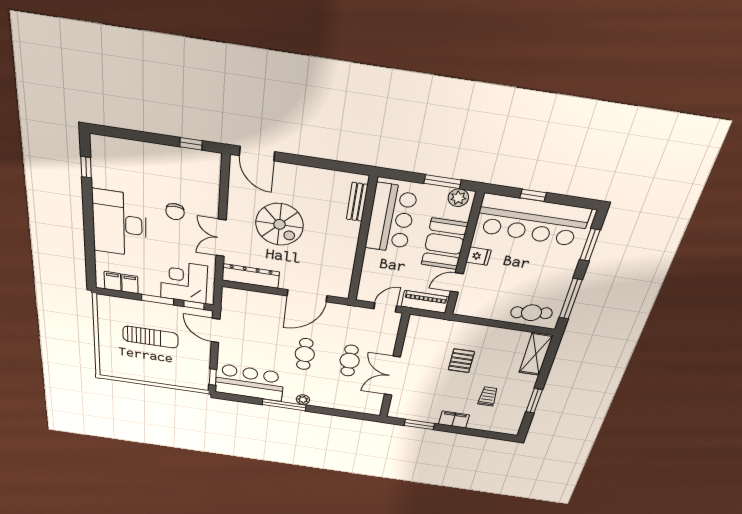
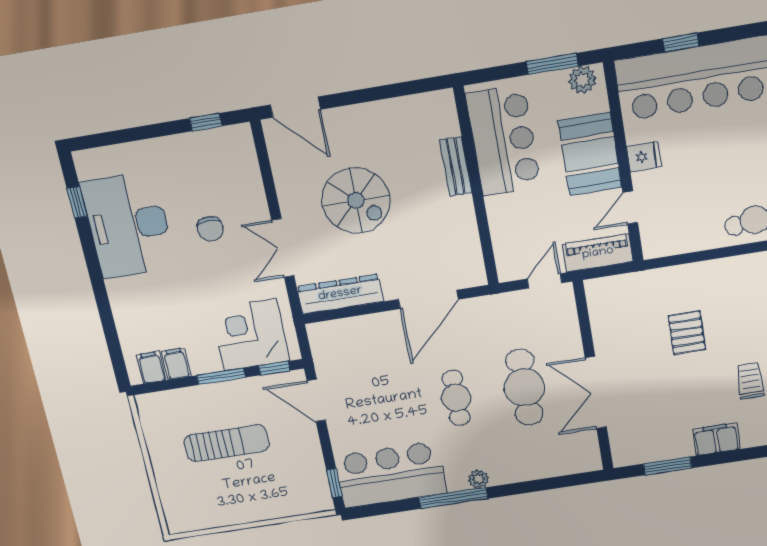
bench: (357, 202) -> (456, 166), moved
desk: (119, 224) -> (128, 225), moved
cafe table: (350, 361) -> (524, 387), width x1.37, depth x1.35

